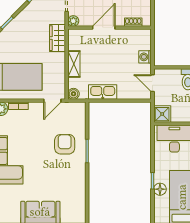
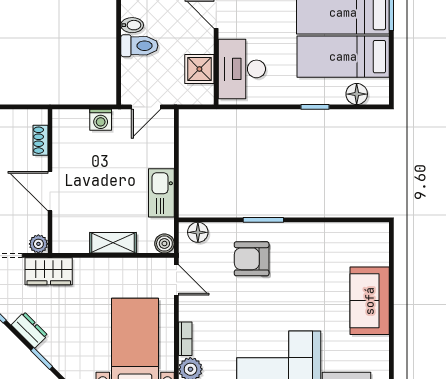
dresser: (23, 16) -> (30, 330), added
wardrobe: (57, 38) -> (49, 271), moved
floor lamp: (80, 113) -> (198, 232), added
shower: (162, 114) -> (199, 69), moved
floor lamp: (160, 189) -> (357, 94), moved

